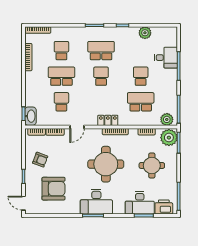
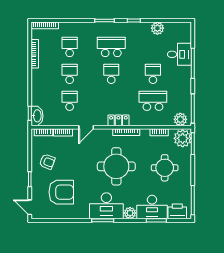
school desk: (61, 76) -> (70, 74), width x0.54
plant: (119, 209) -> (130, 213), added

